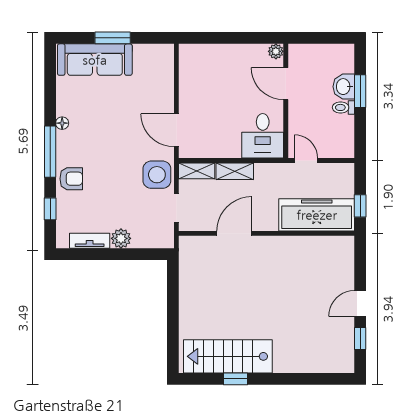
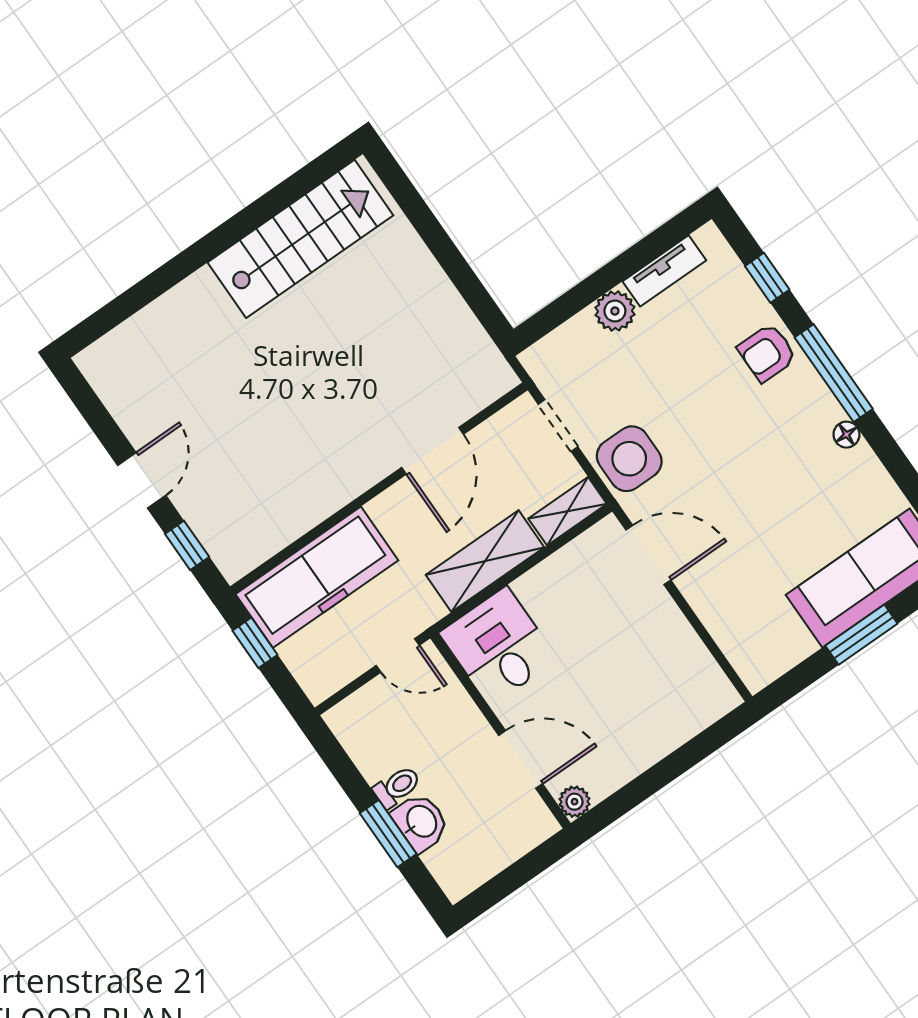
shelving: (235, 171) -> (485, 561), width x1.50, depth x1.33
window: (360, 339) -> (187, 545), moved
window: (235, 379) -> (262, 210), removed

